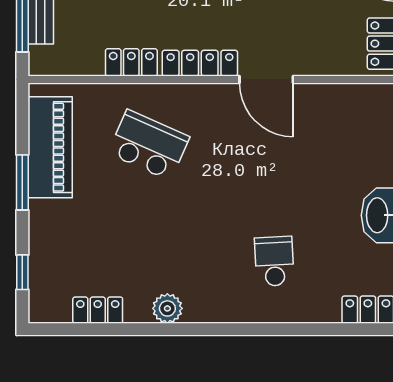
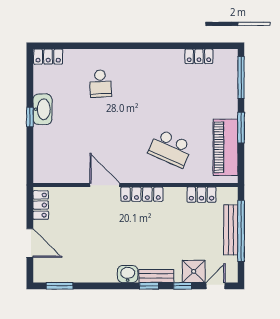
locker: (131, 62) -> (201, 195), moved
window: (22, 272) -> (241, 77), width x2.17
plant: (167, 308) -> (160, 57), removed

